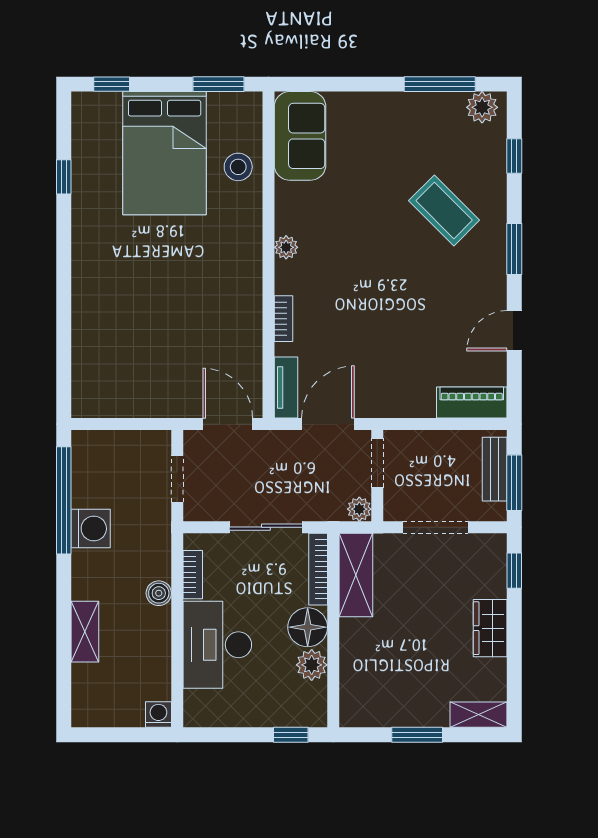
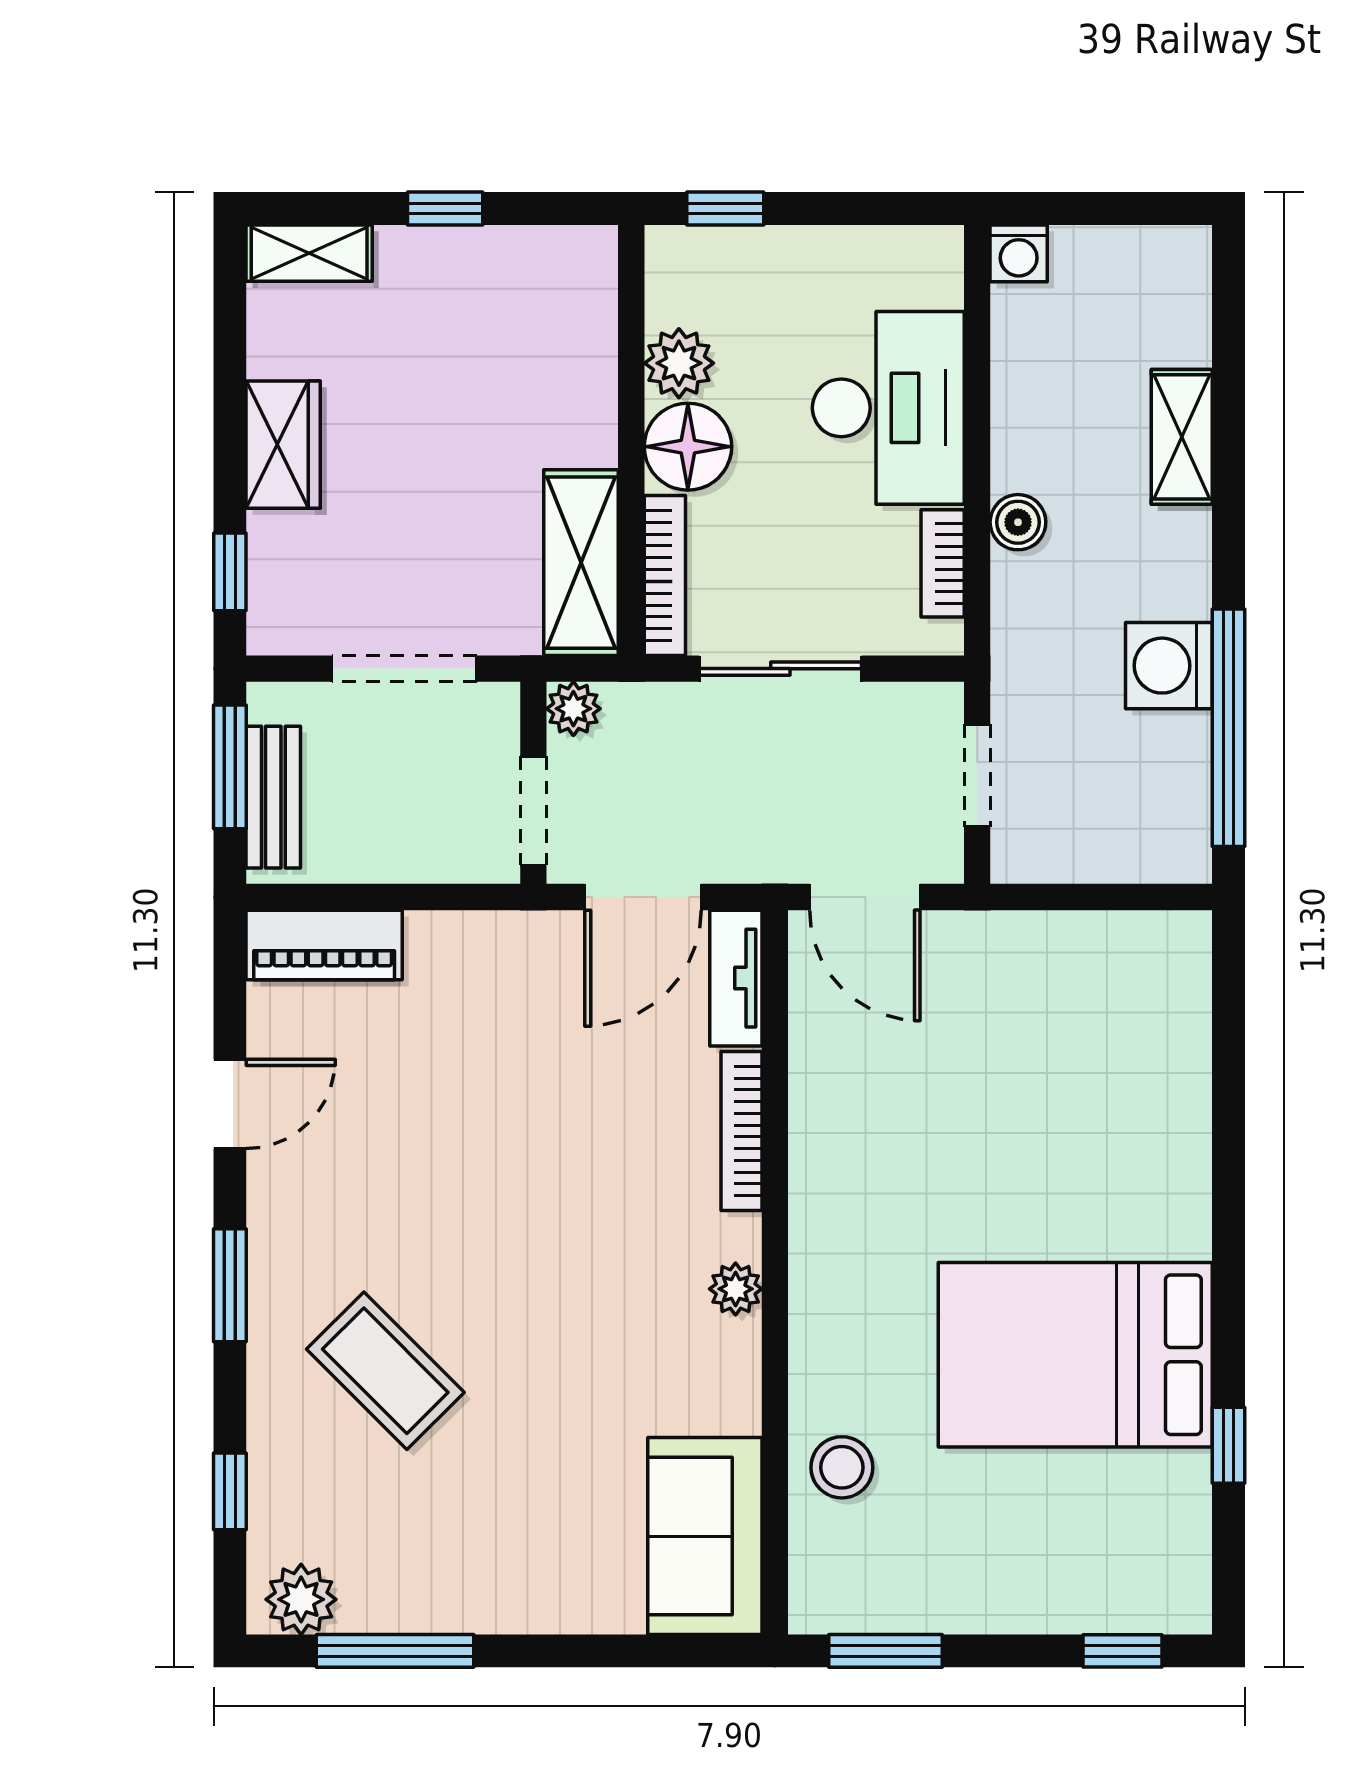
bed: (165, 153) -> (1075, 1355), moved, turned -90
bookcase: (284, 319) -> (741, 1131), width x1.56
window: (417, 735) -> (445, 208), width x0.67

